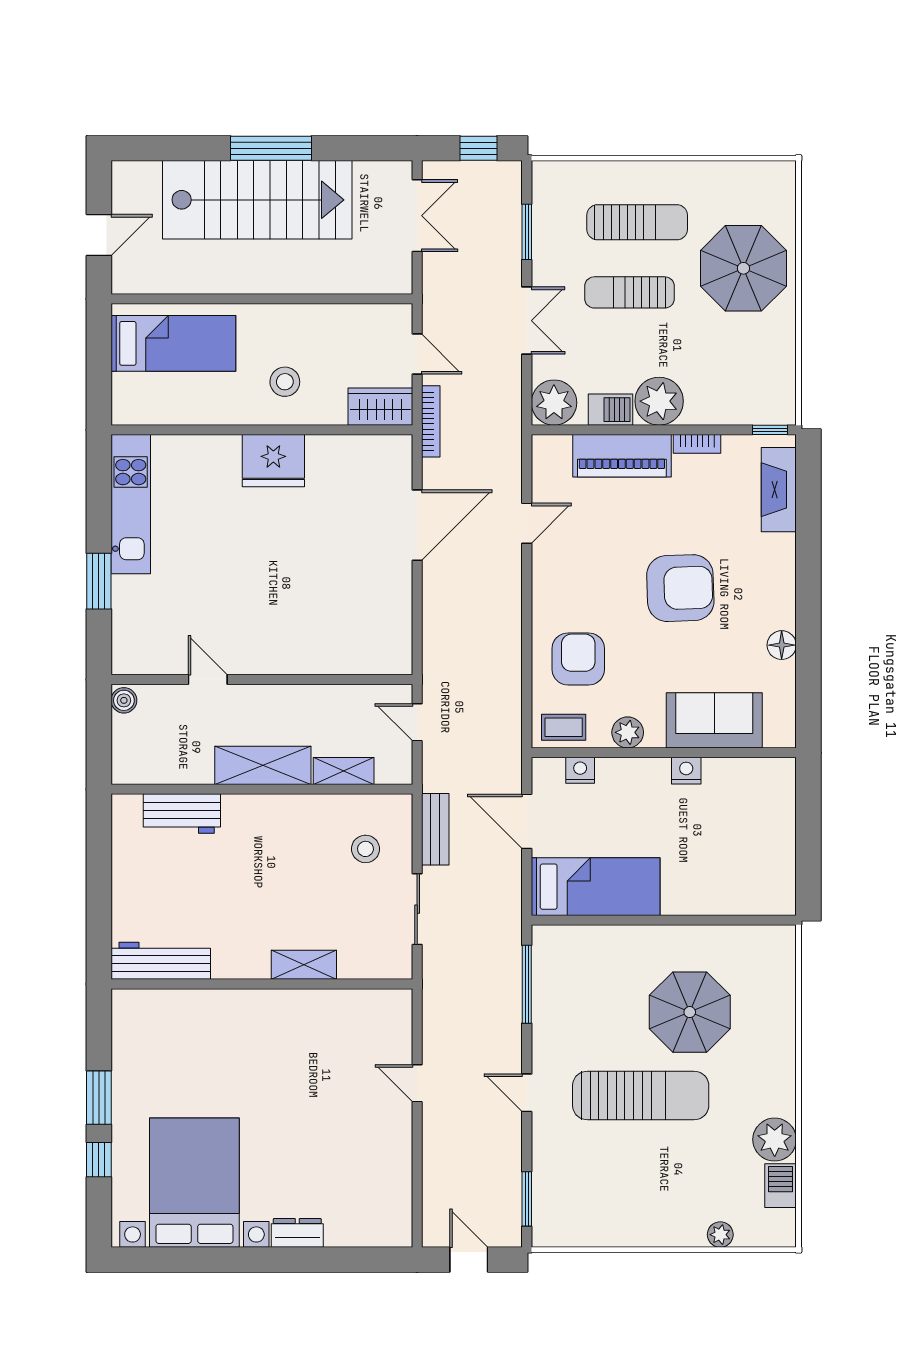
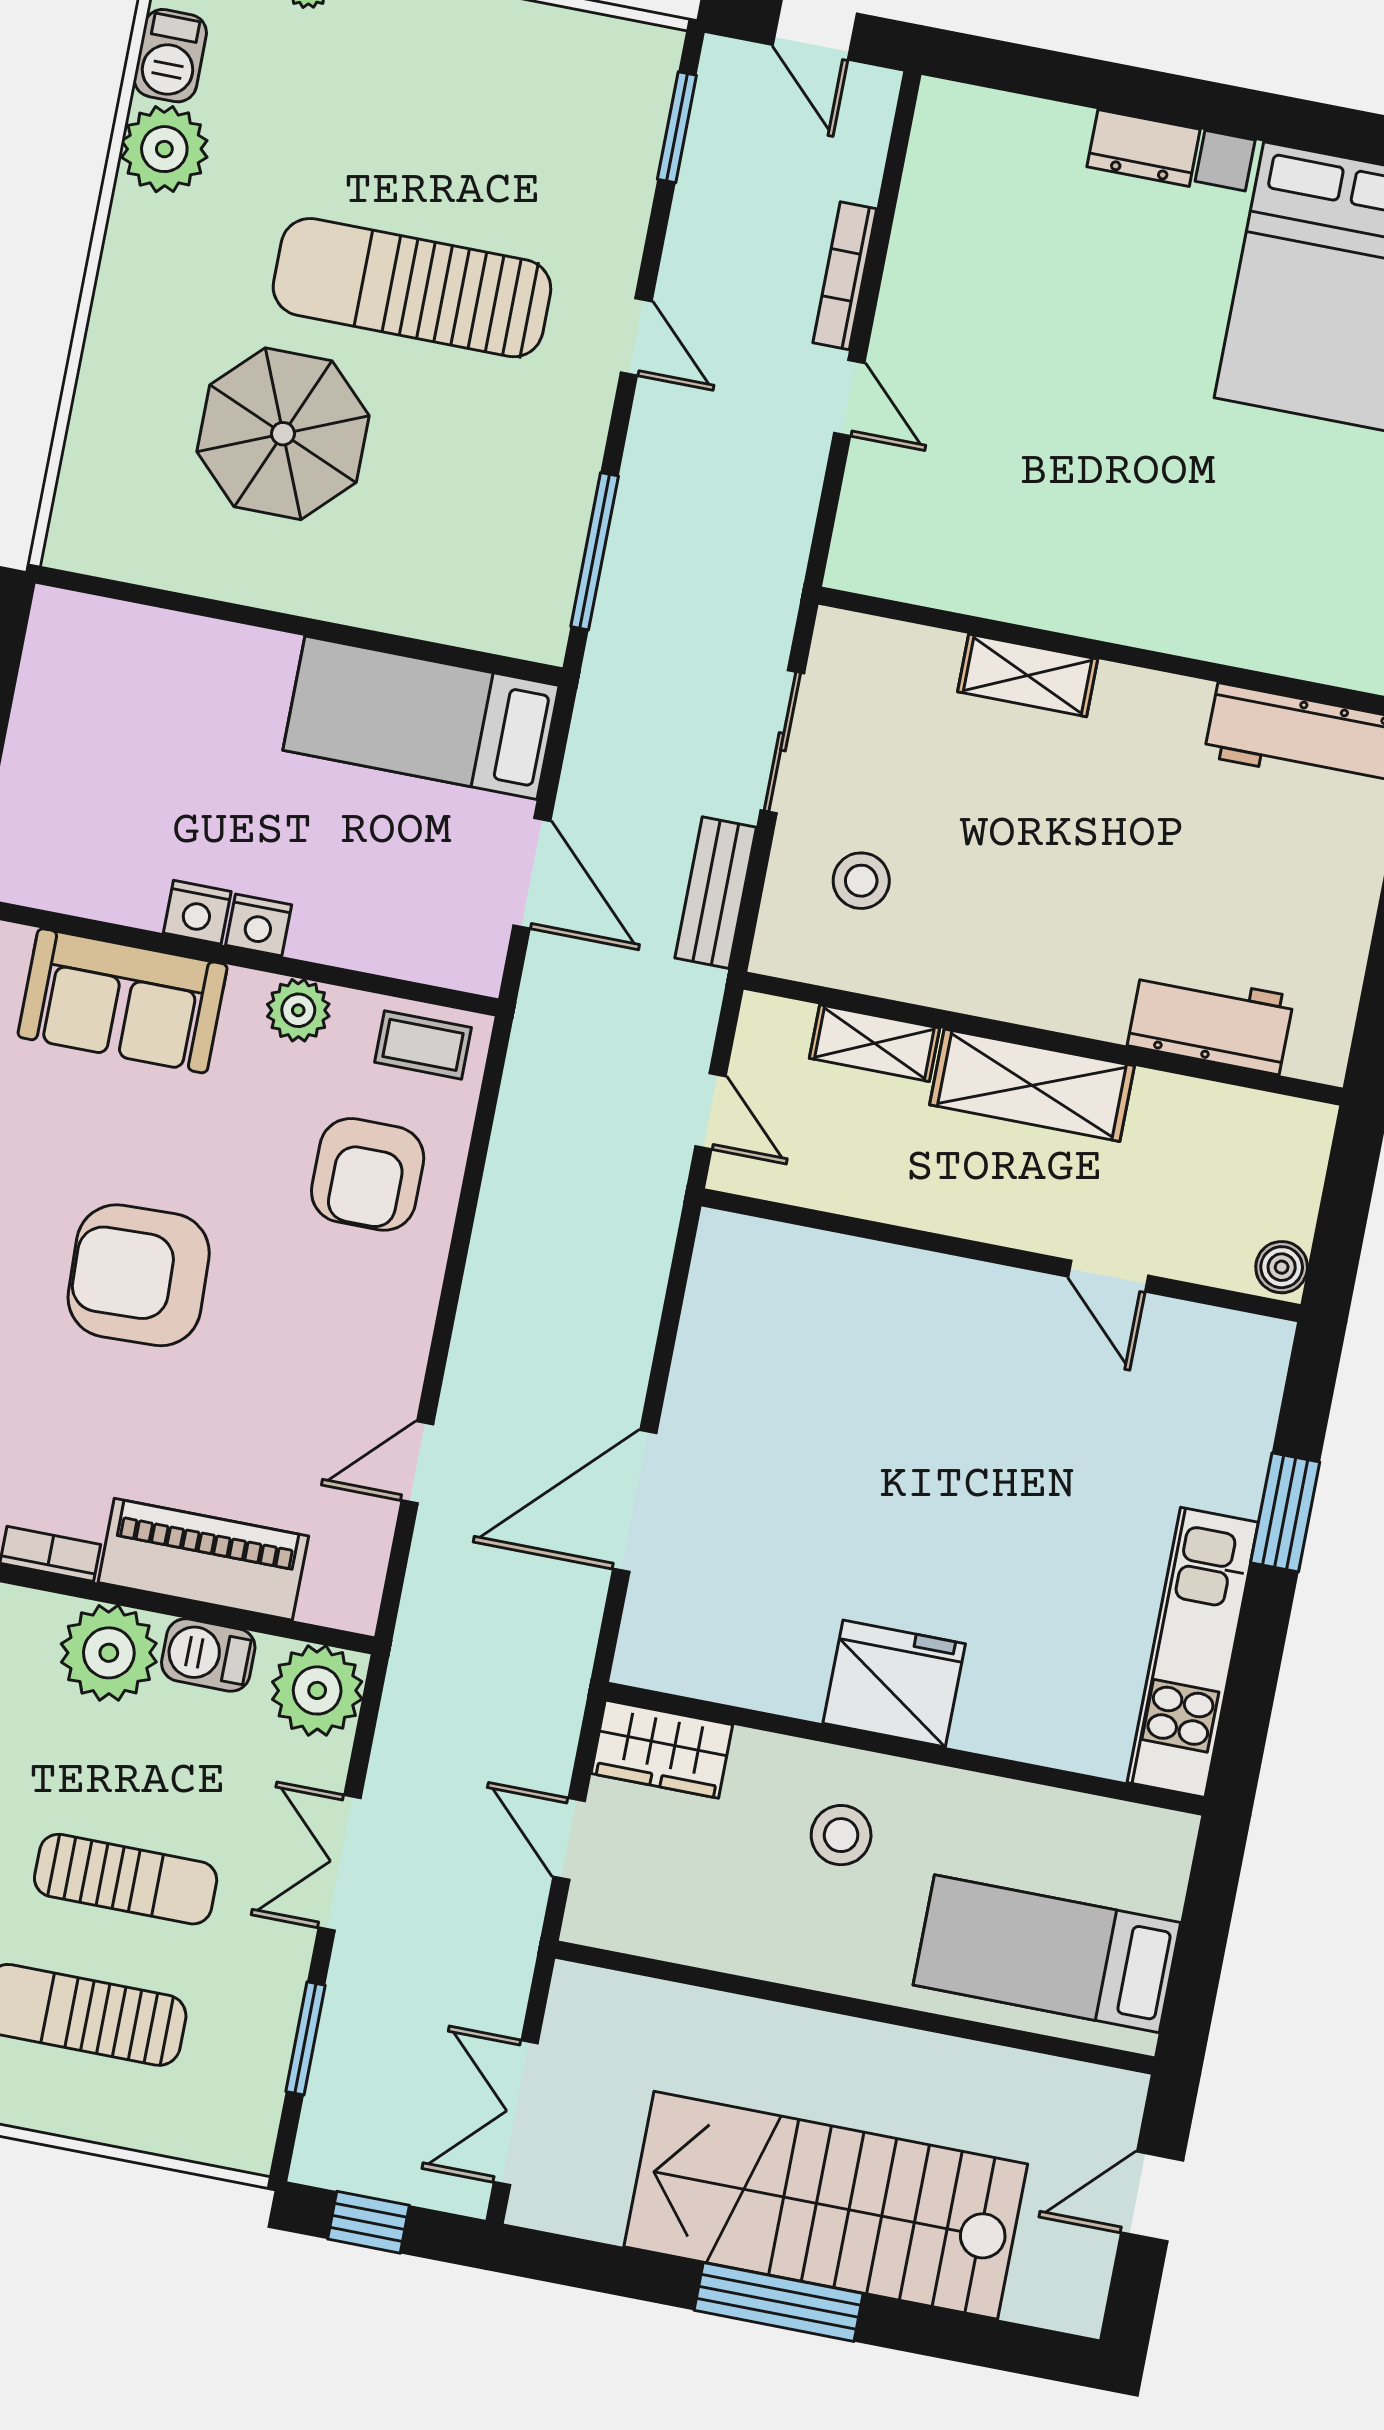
bookcase: (431, 421) -> (845, 276), moved
nightstand: (580, 770) -> (259, 925), moved

